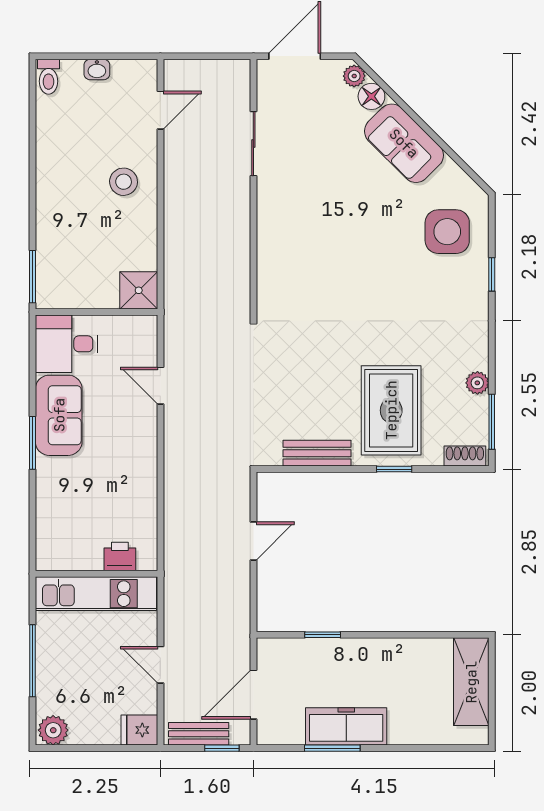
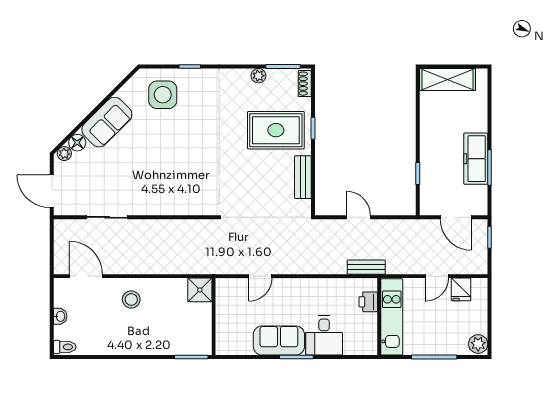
door: (160, 110) -> (86, 276), width x1.38
desk: (67, 344) -> (324, 336), moved
fridge: (139, 730) -> (461, 289), moved
bench: (199, 734) -> (366, 267), moved, turned 90

